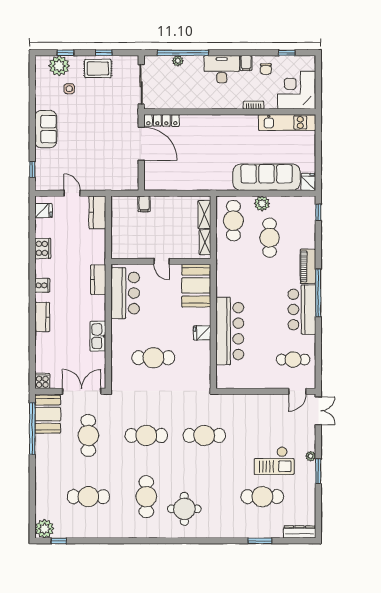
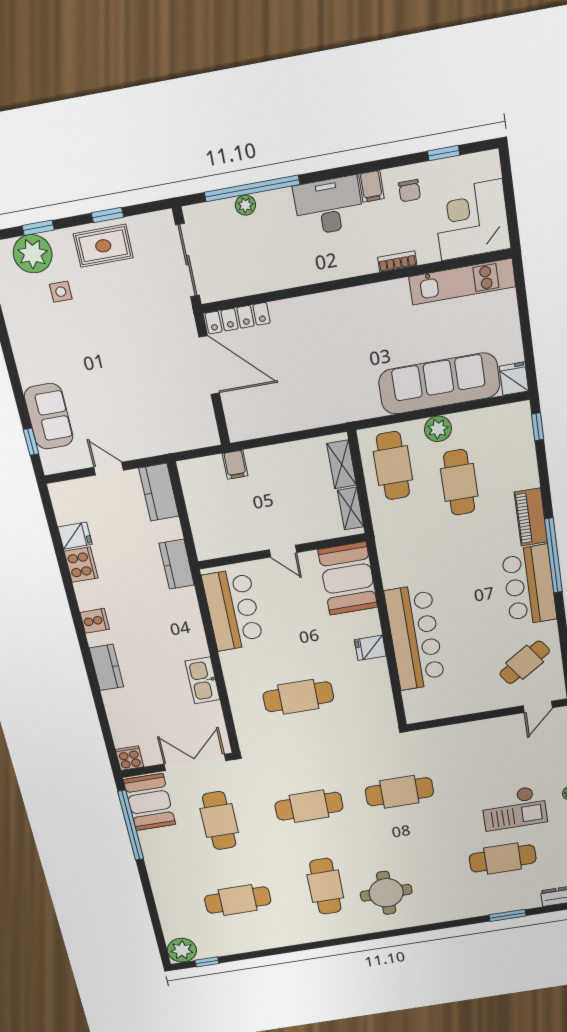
sofa: (46, 129) -> (49, 416), moved
fridge: (43, 211) -> (75, 536), moved
kitchen counter: (98, 280) -> (177, 564), moved
cafe table: (293, 360) -> (525, 662), turned -34

